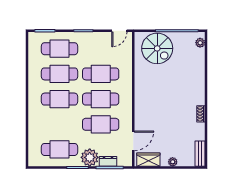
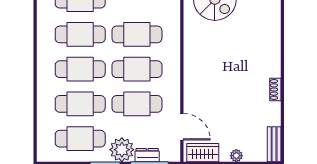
cafe table: (59, 124) -> (80, 104), added
door: (133, 141) -> (182, 127), hinge flipped

